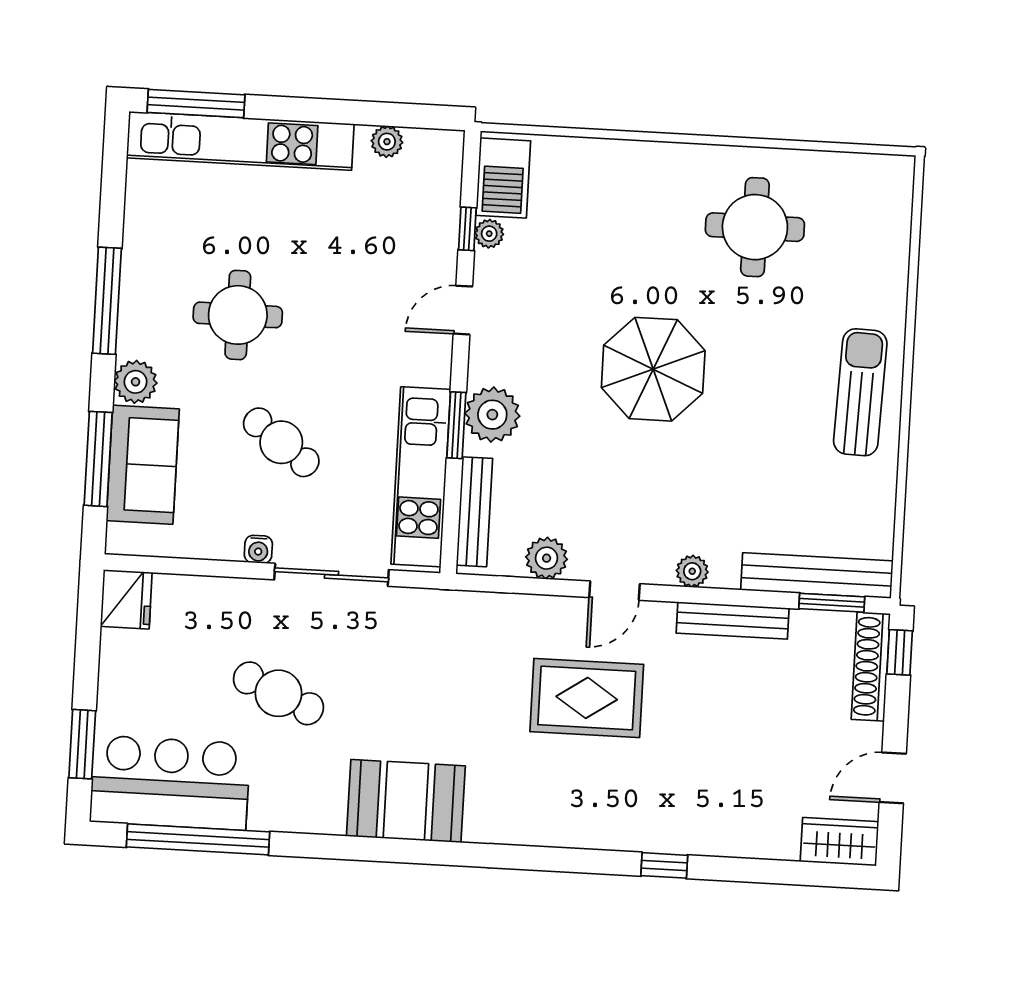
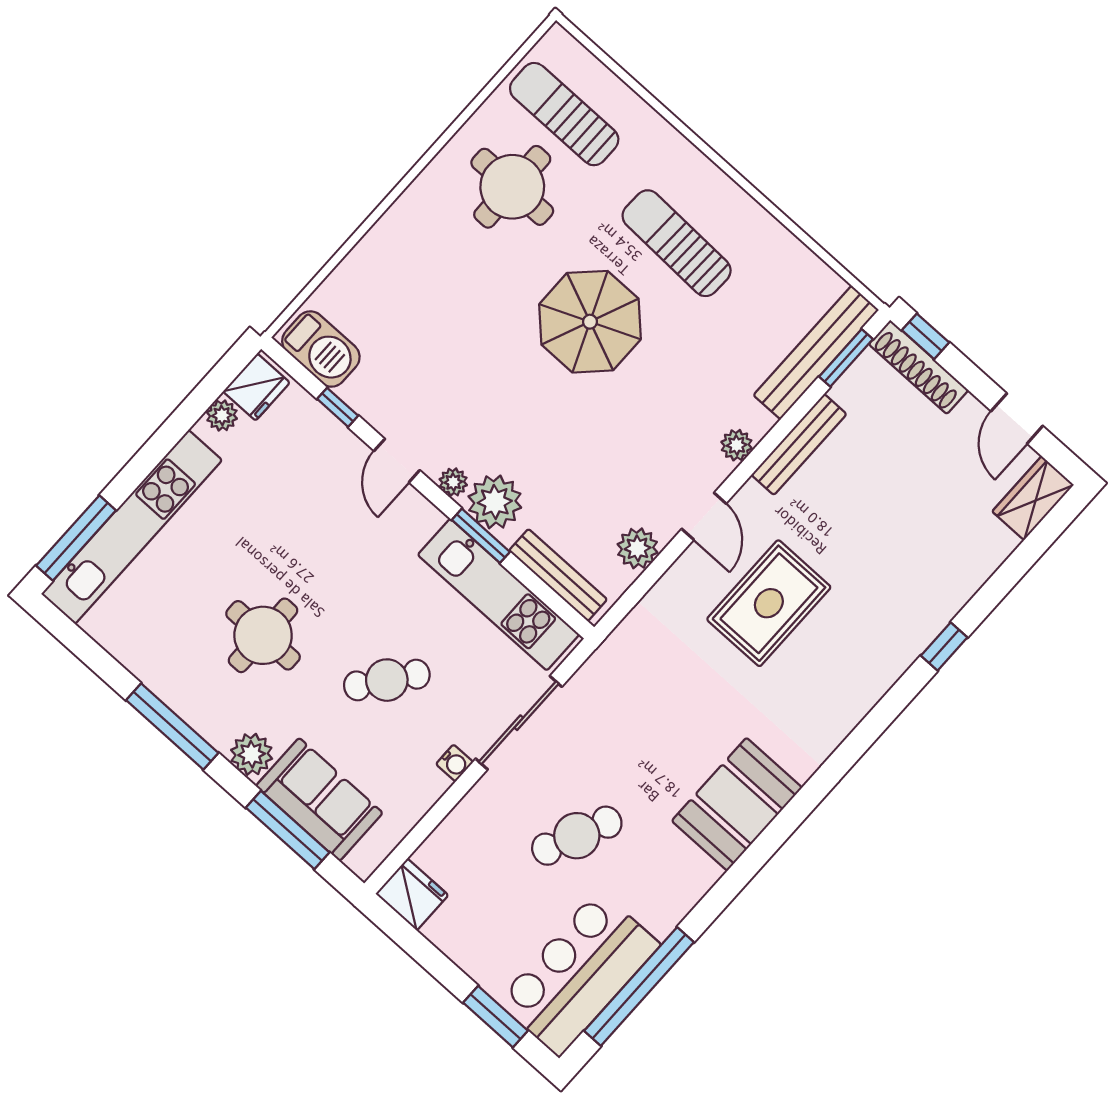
fridge: (432, 151) -> (256, 387), added
sun lounger: (846, 222) -> (564, 114), added
plant: (489, 234) -> (453, 482), moved
parasol: (653, 369) -> (590, 322), moved
sun lounger: (860, 392) -> (677, 243), moved

